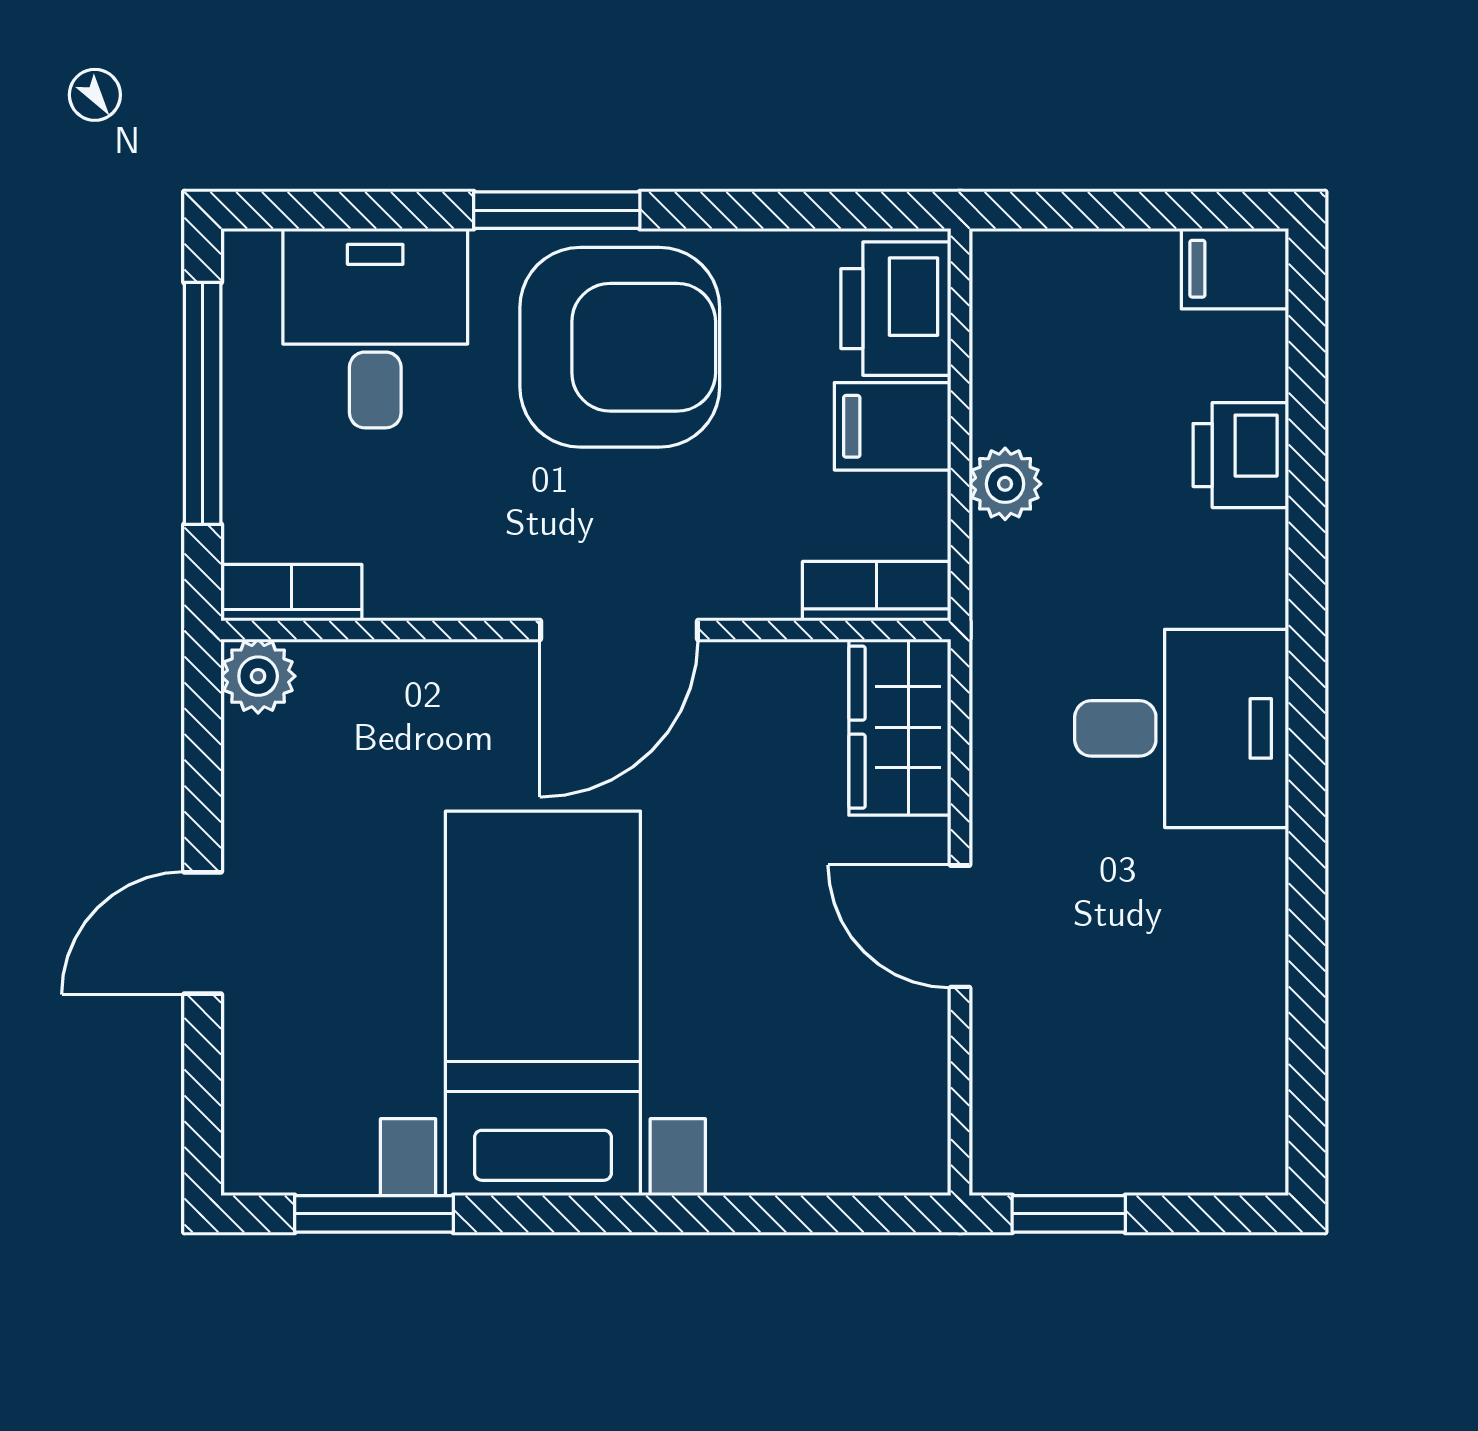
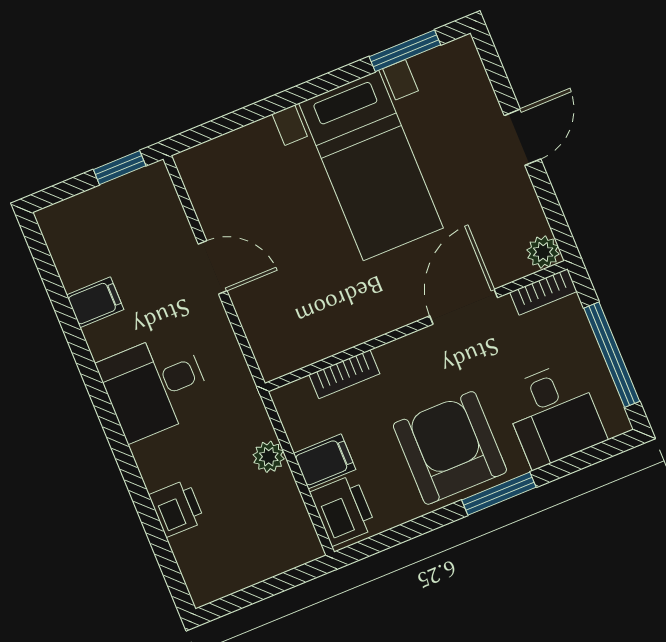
filing cabinet: (1235, 269) -> (95, 302), moved
armchair: (620, 347) -> (450, 448), turned 90
bookcase: (877, 591) -> (344, 374), moved
door: (619, 630) -> (464, 307), moved
wardrobe: (900, 727) -> (271, 339), removed

